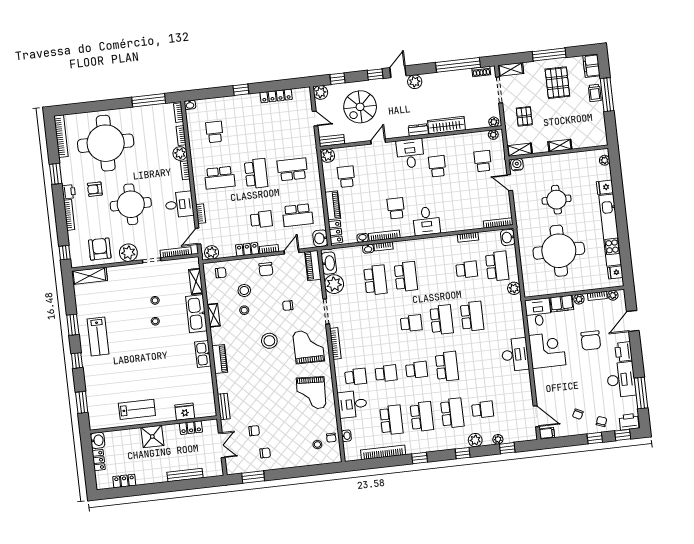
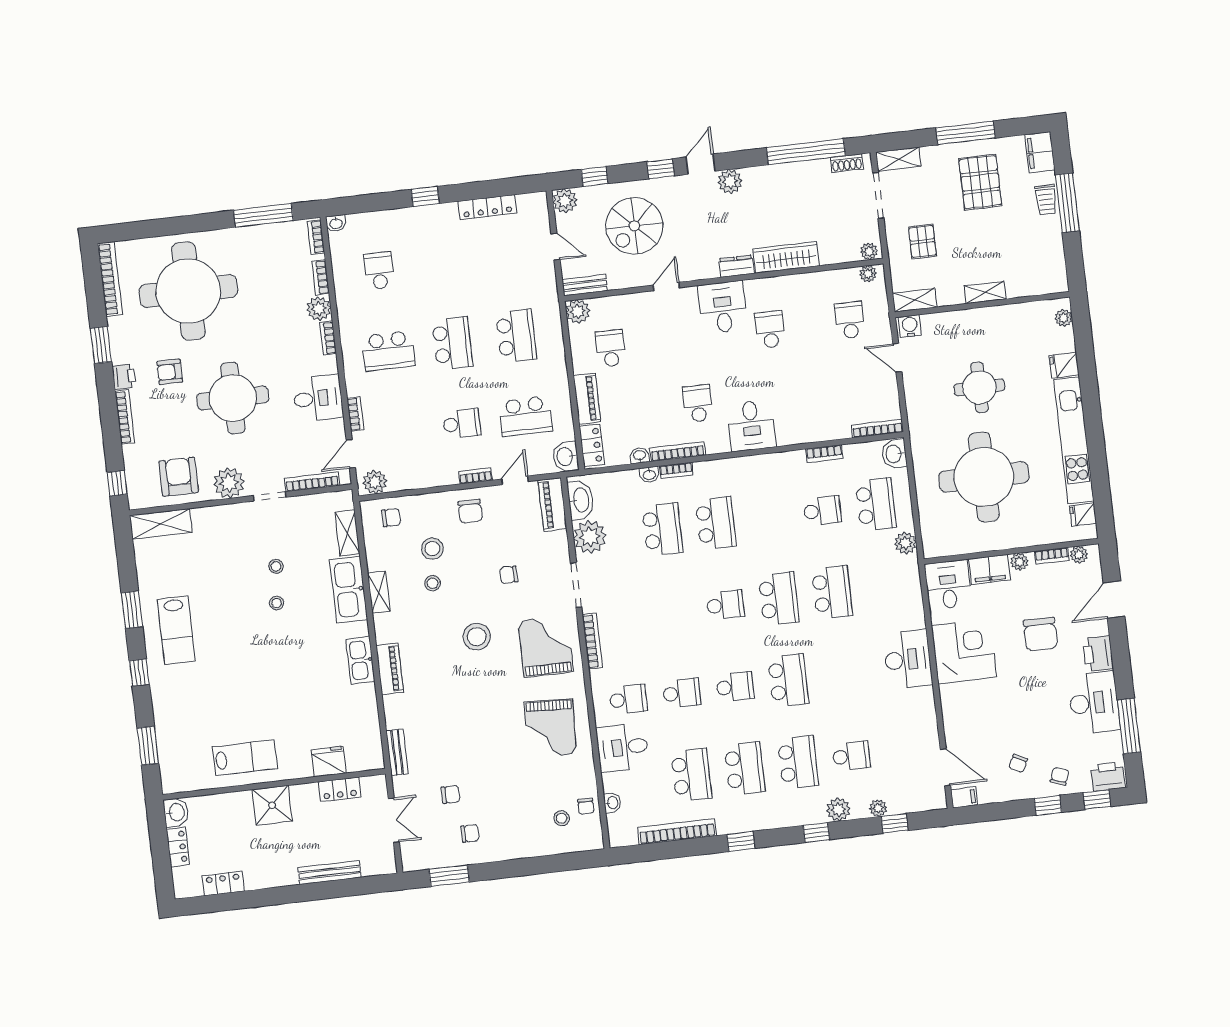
school desk: (292, 169) -> (516, 336), turned 90
locker: (247, 249) -> (437, 477), removed

